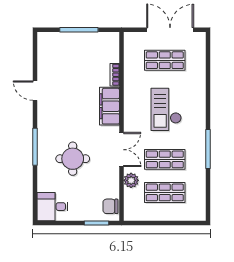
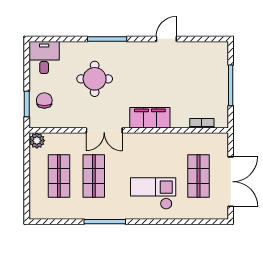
bookcase: (115, 75) -> (202, 123), moved
checkout: (166, 109) -> (153, 193), moved
plant: (131, 180) -> (37, 141), moved
chair: (110, 206) -> (44, 100), moved

